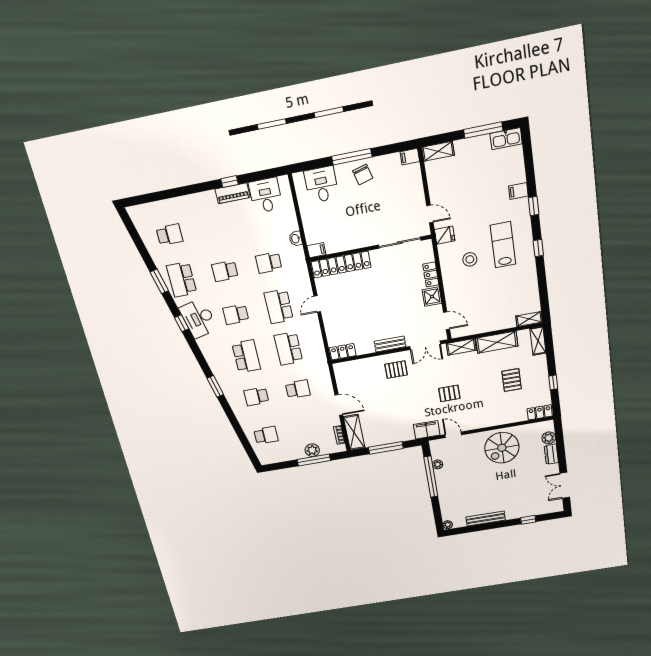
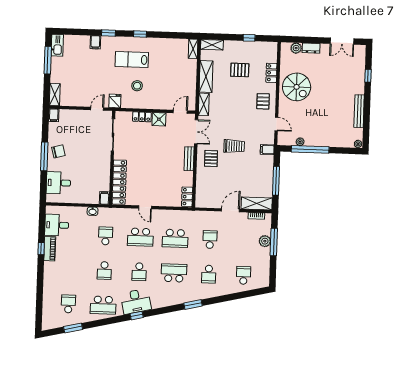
school desk: (269, 263) -> (106, 236), turned 180
window: (159, 281) -> (73, 328), moved
trolley: (417, 393) -> (234, 146), added
pallet: (449, 393) -> (263, 101), moved
locker: (540, 412) -> (271, 73), moved
filing cabinet: (427, 430) -> (267, 150), width x0.50
door: (453, 435) -> (276, 124), swing flipped

